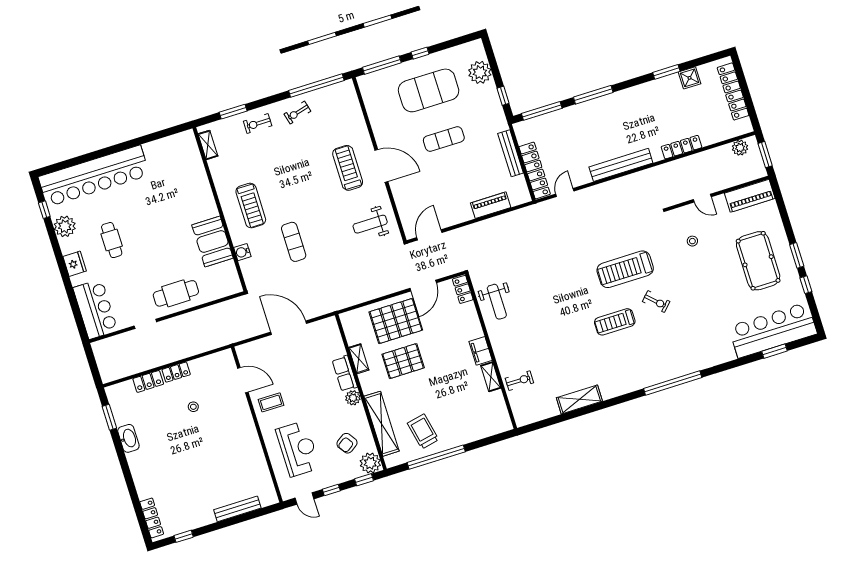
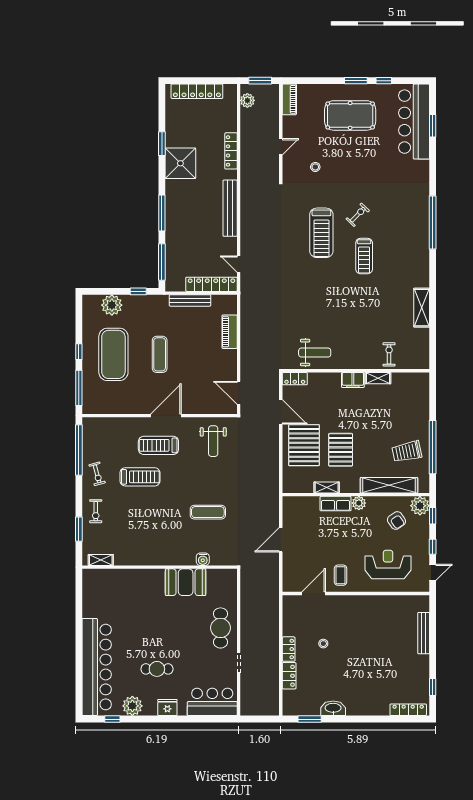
shower: (690, 78) -> (180, 163), moved, width x1.86, depth x1.86
piano: (750, 196) -> (289, 99), width x0.73, depth x0.75
treadmill: (251, 206) -> (140, 477), moved
door: (289, 328) -> (281, 540), width x0.73

